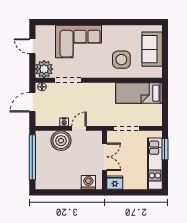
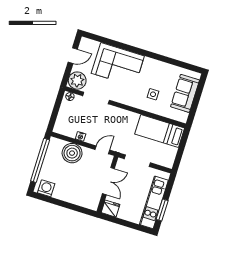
door: (32, 46) -> (73, 56), swing flipped
side table: (121, 60) -> (153, 94), width x0.54, depth x0.54
door: (32, 102) -> (56, 108), removed
door: (79, 128) -> (102, 150), moved
window: (165, 149) -> (162, 210), moved
washing machine: (88, 182) -> (46, 188), moved

